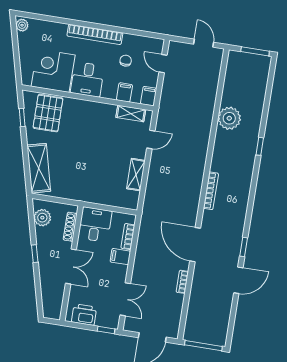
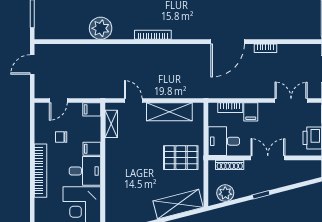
filing cabinet: (124, 92) -> (92, 149), moved
pallet: (48, 113) -> (181, 158), moved
shelving: (136, 175) -> (169, 112), width x1.50, depth x1.33
bookcase: (211, 191) -> (153, 35), moved

